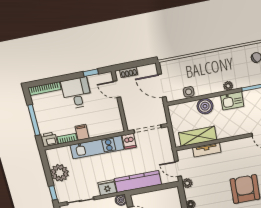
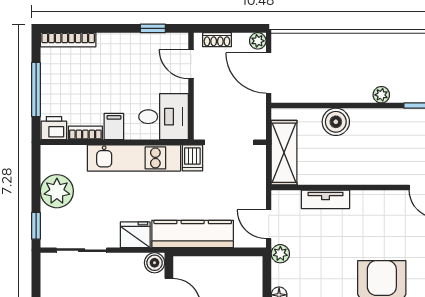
plant: (152, 68) -> (258, 41), added
side table: (189, 92) -> (312, 92), removed
desk: (77, 93) -> (164, 117), moved, turned 90
kitchen sink: (232, 101) -> (384, 121), removed
shelving: (198, 136) -> (284, 153), moved, turned 90

